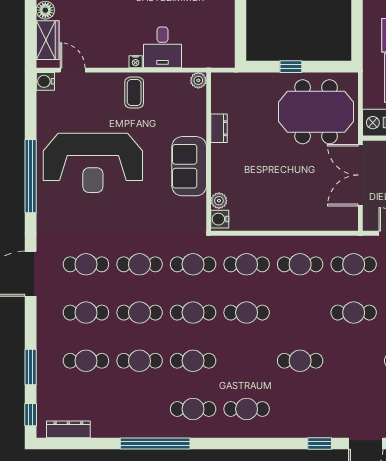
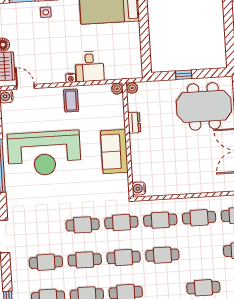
plant: (219, 201) -> (132, 88), moved
cafe table: (86, 264) -> (44, 227), removed

